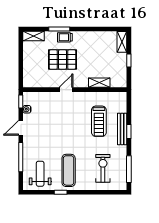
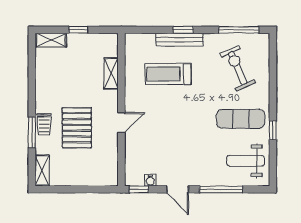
door: (66, 90) -> (121, 123), swing flipped
treadmill: (99, 121) -> (168, 74), turned 180
exercise bike: (103, 168) -> (238, 68), turned 66

